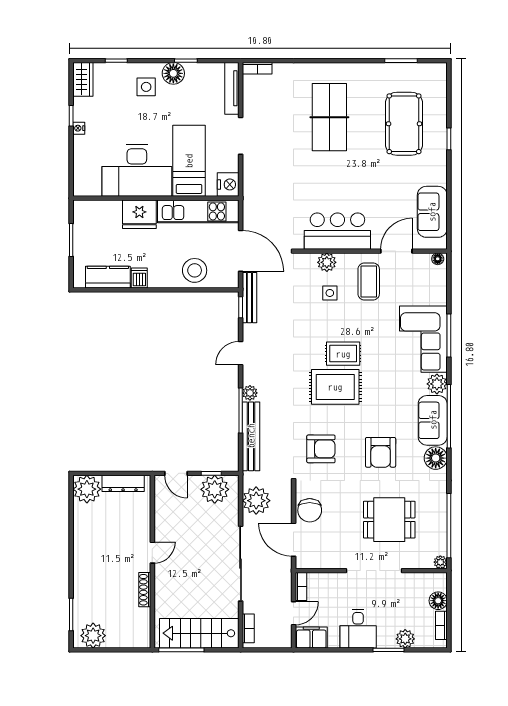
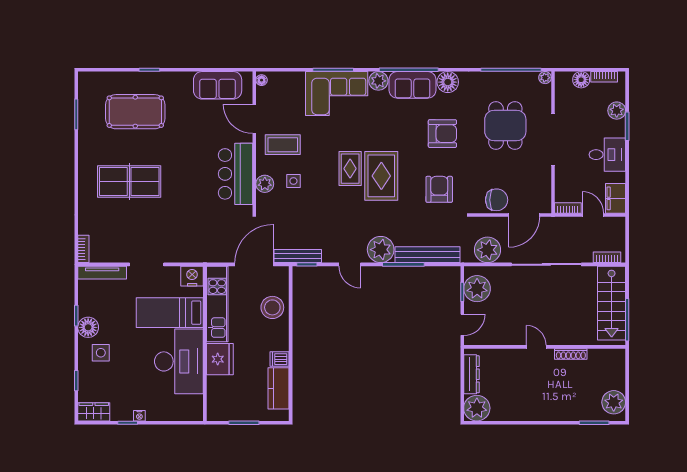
plant: (250, 393) -> (381, 250), width x1.88, depth x1.88

